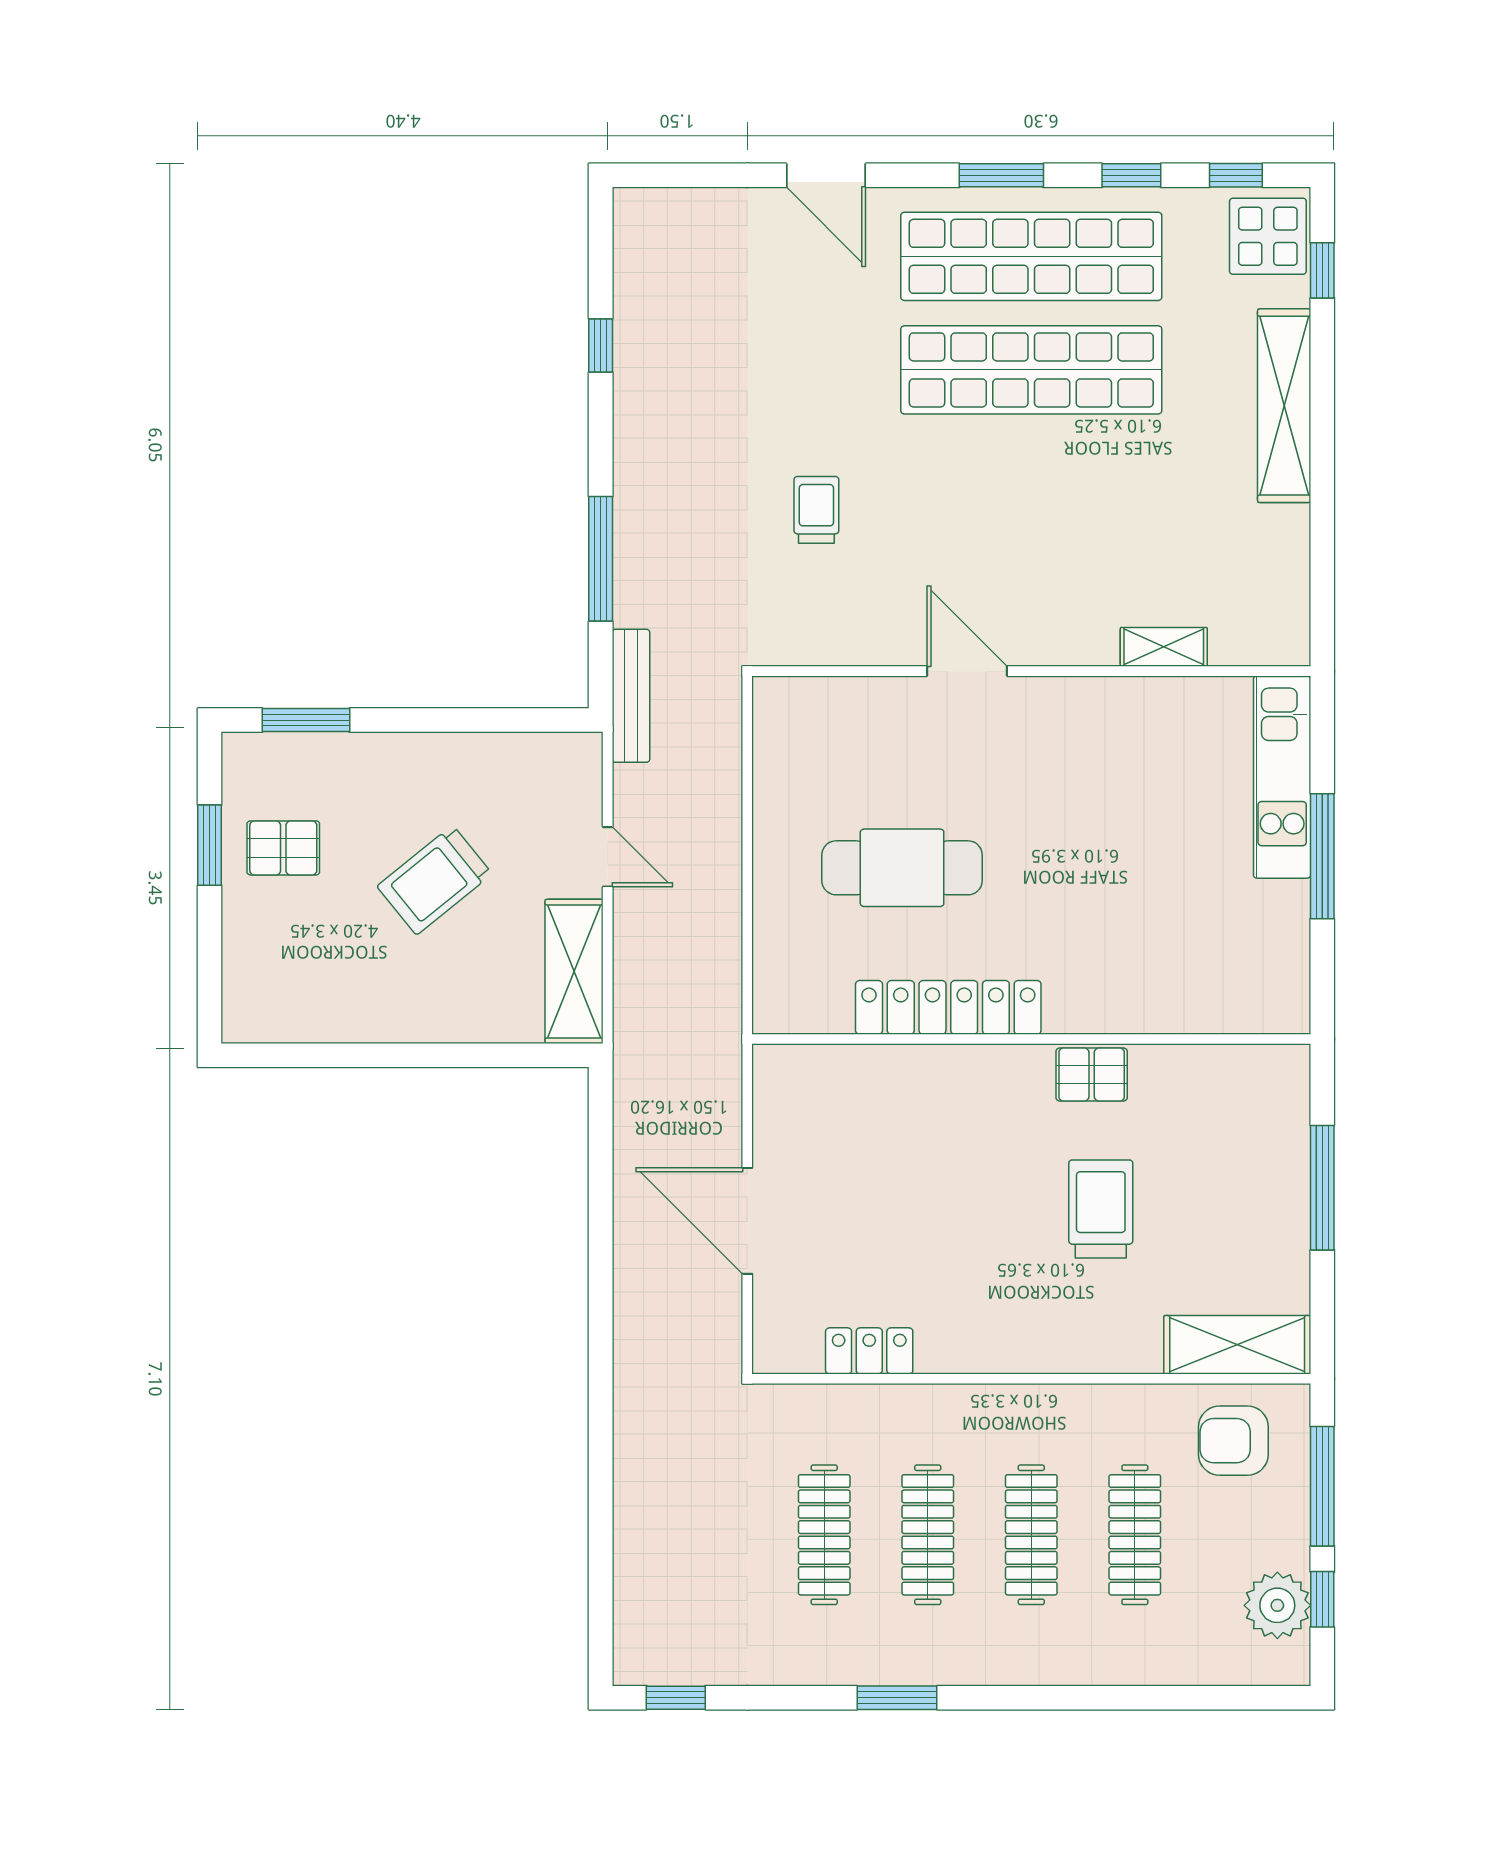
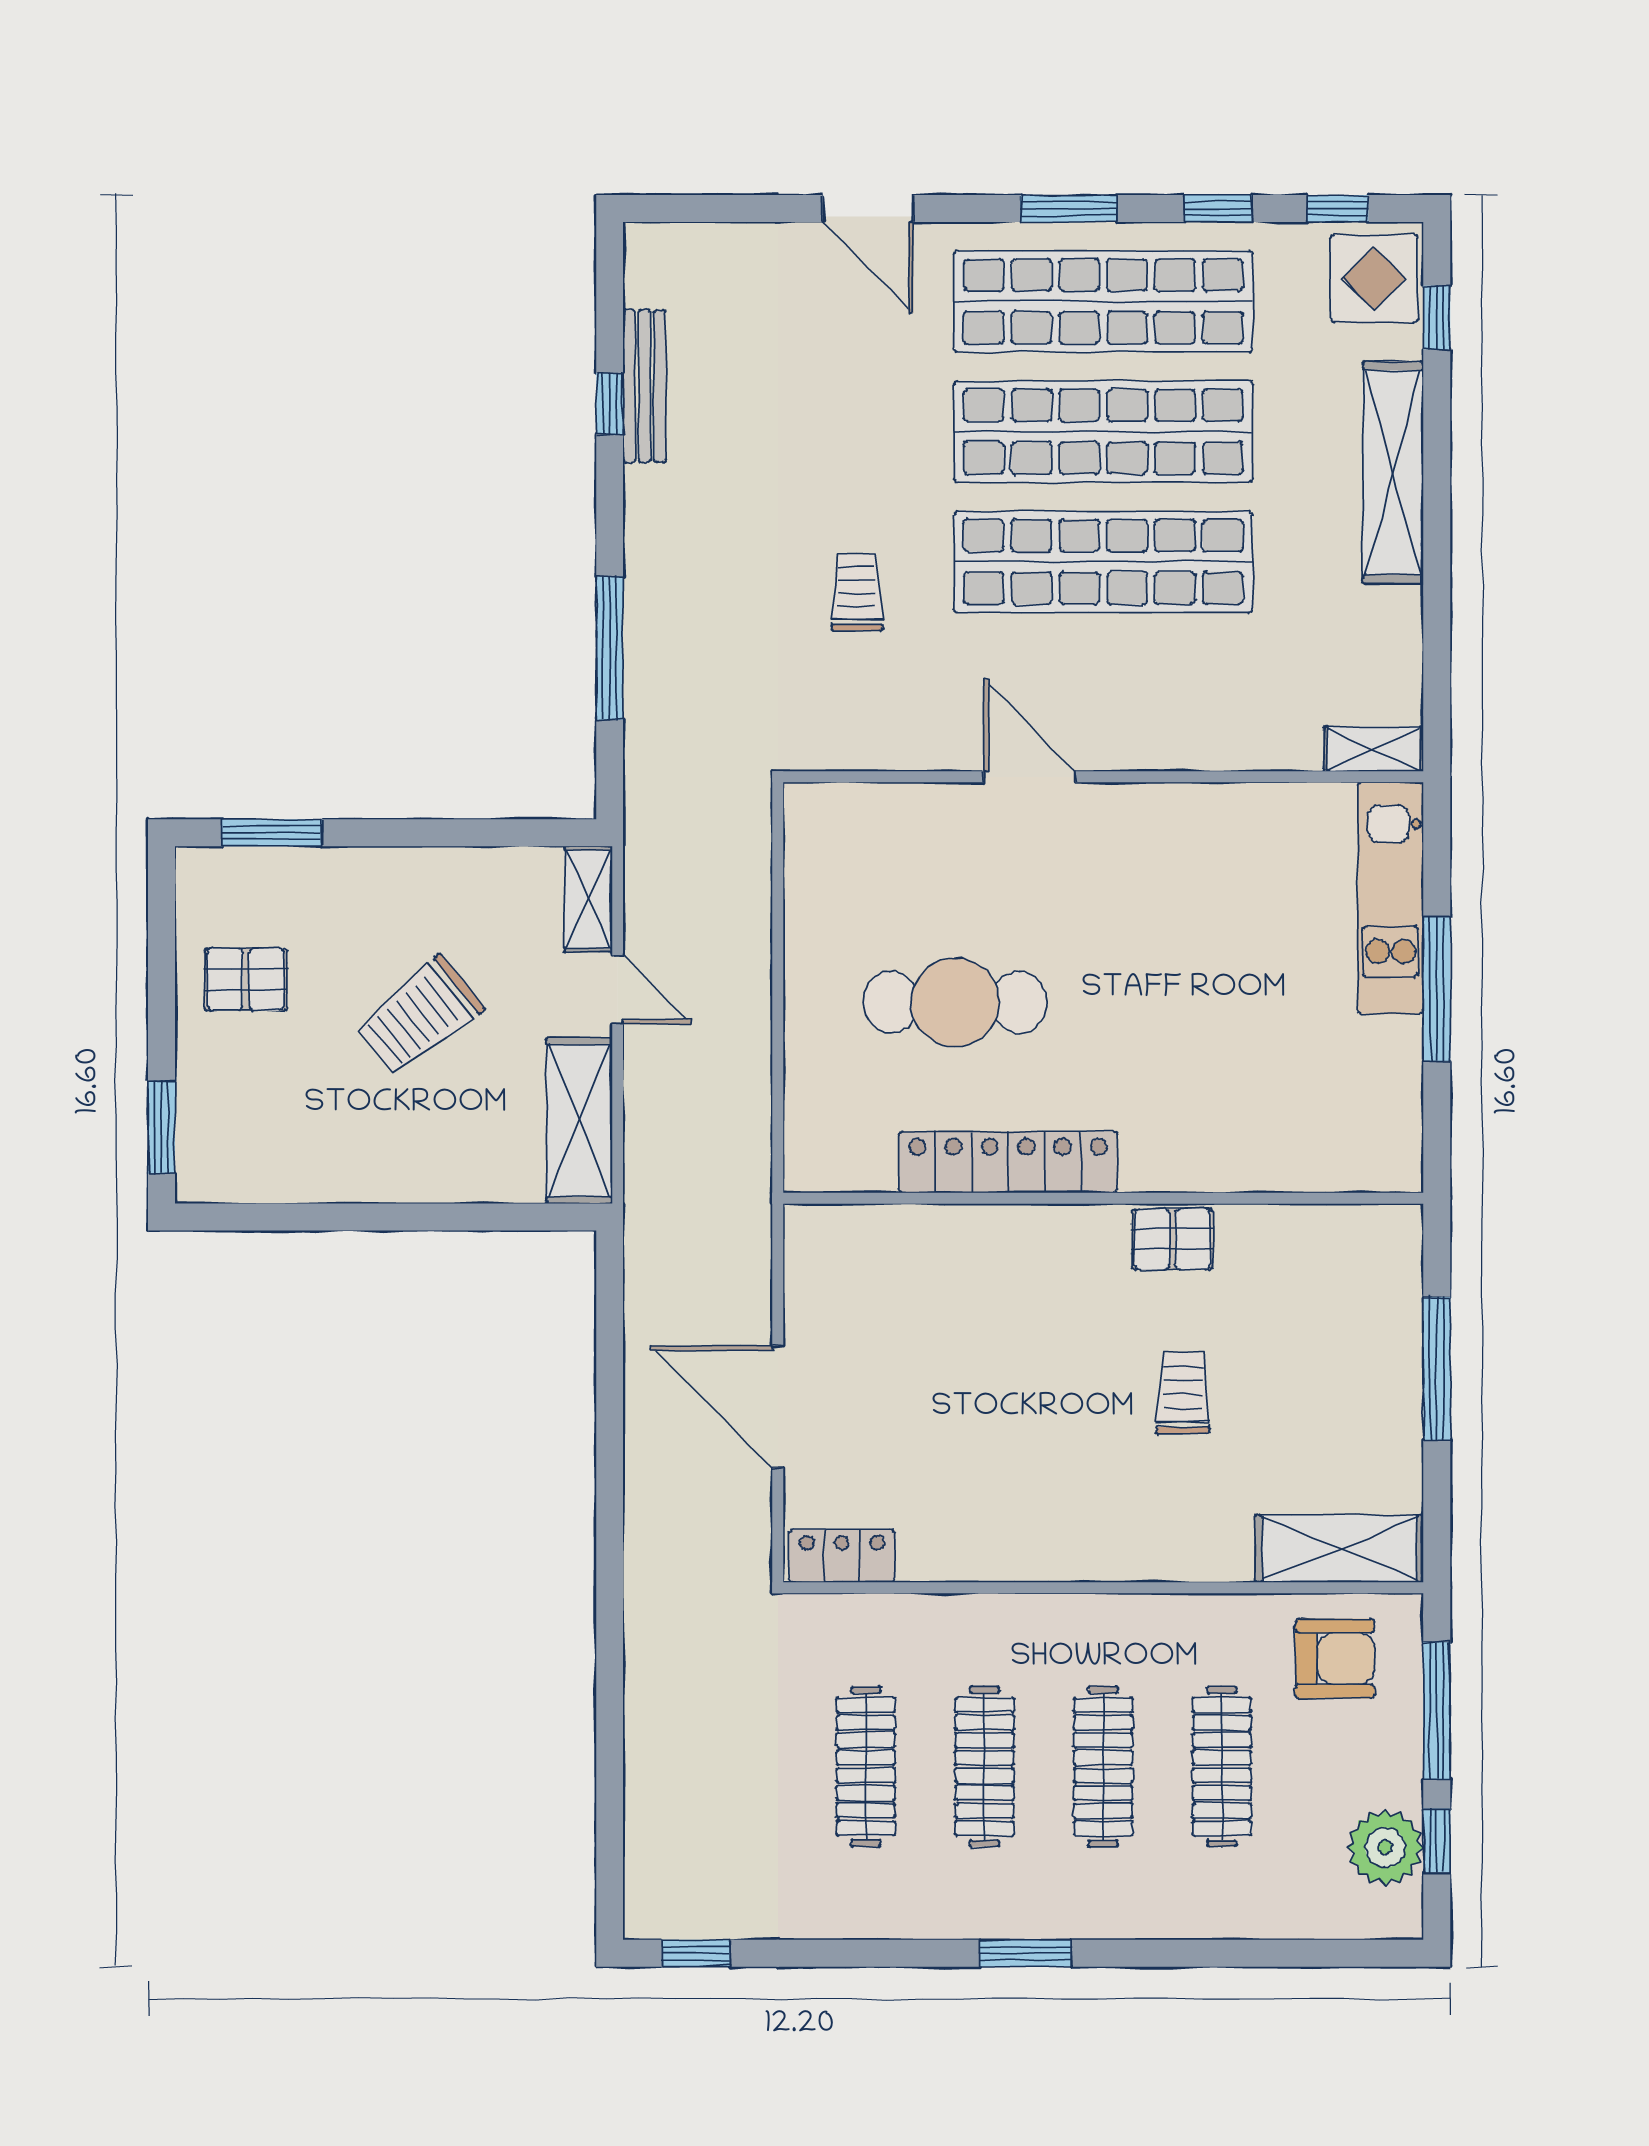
shop shelf: (1031, 484) -> (1103, 562), added
shelving: (1164, 647) -> (1374, 749), moved
bench: (631, 696) -> (644, 386), moved
shelving: (582, 778) -> (588, 899), added
window: (210, 845) -> (161, 1127), moved
trolley: (1101, 1209) -> (1183, 1393), width x0.73, depth x0.72
locker: (869, 1351) -> (842, 1556), moved
armchair: (1233, 1441) -> (1335, 1659), turned 180
window: (897, 1698) -> (1025, 1953), moved

